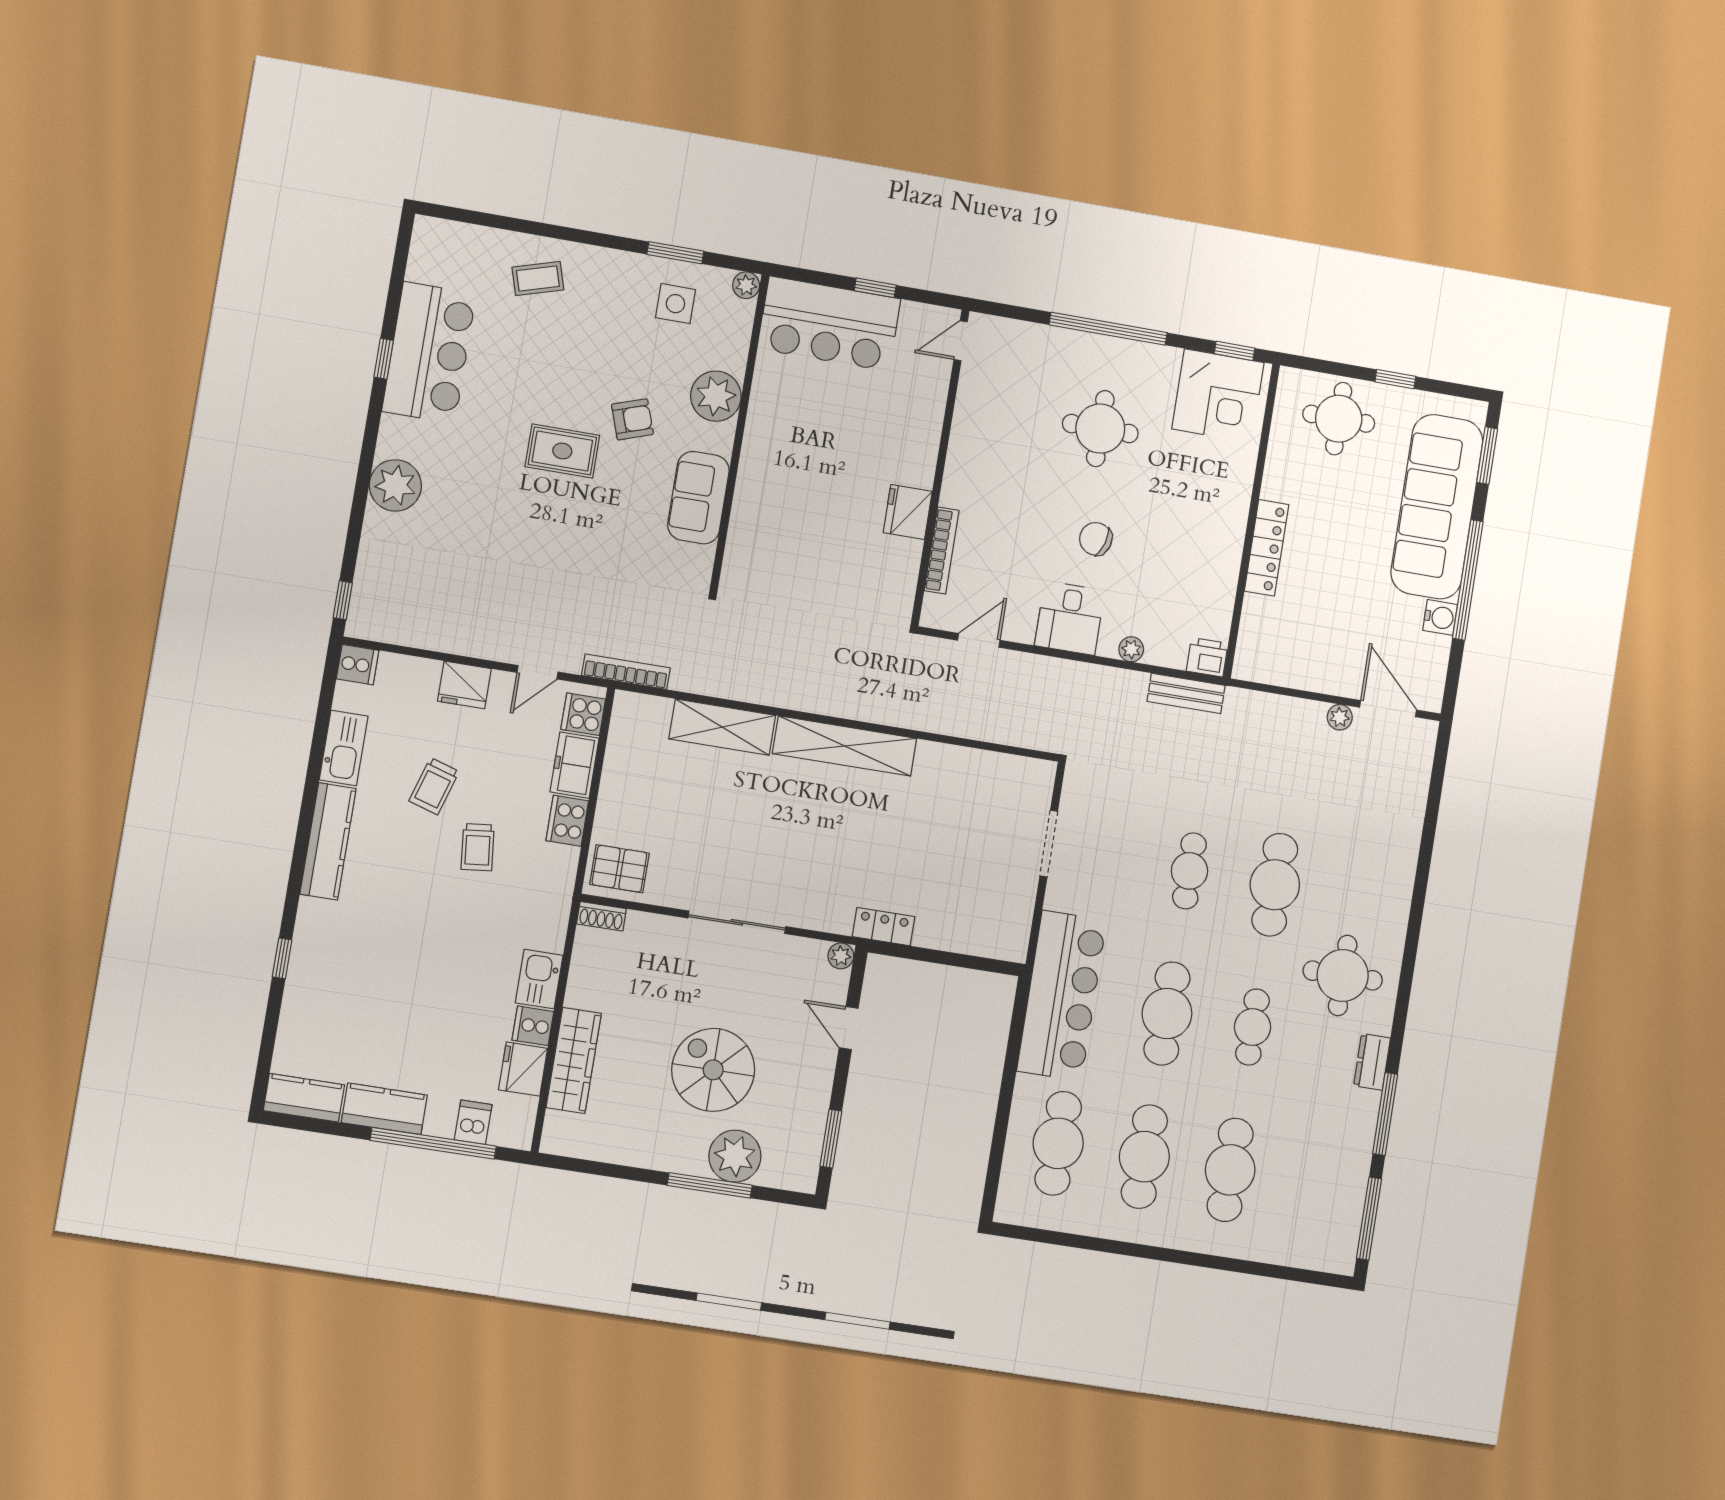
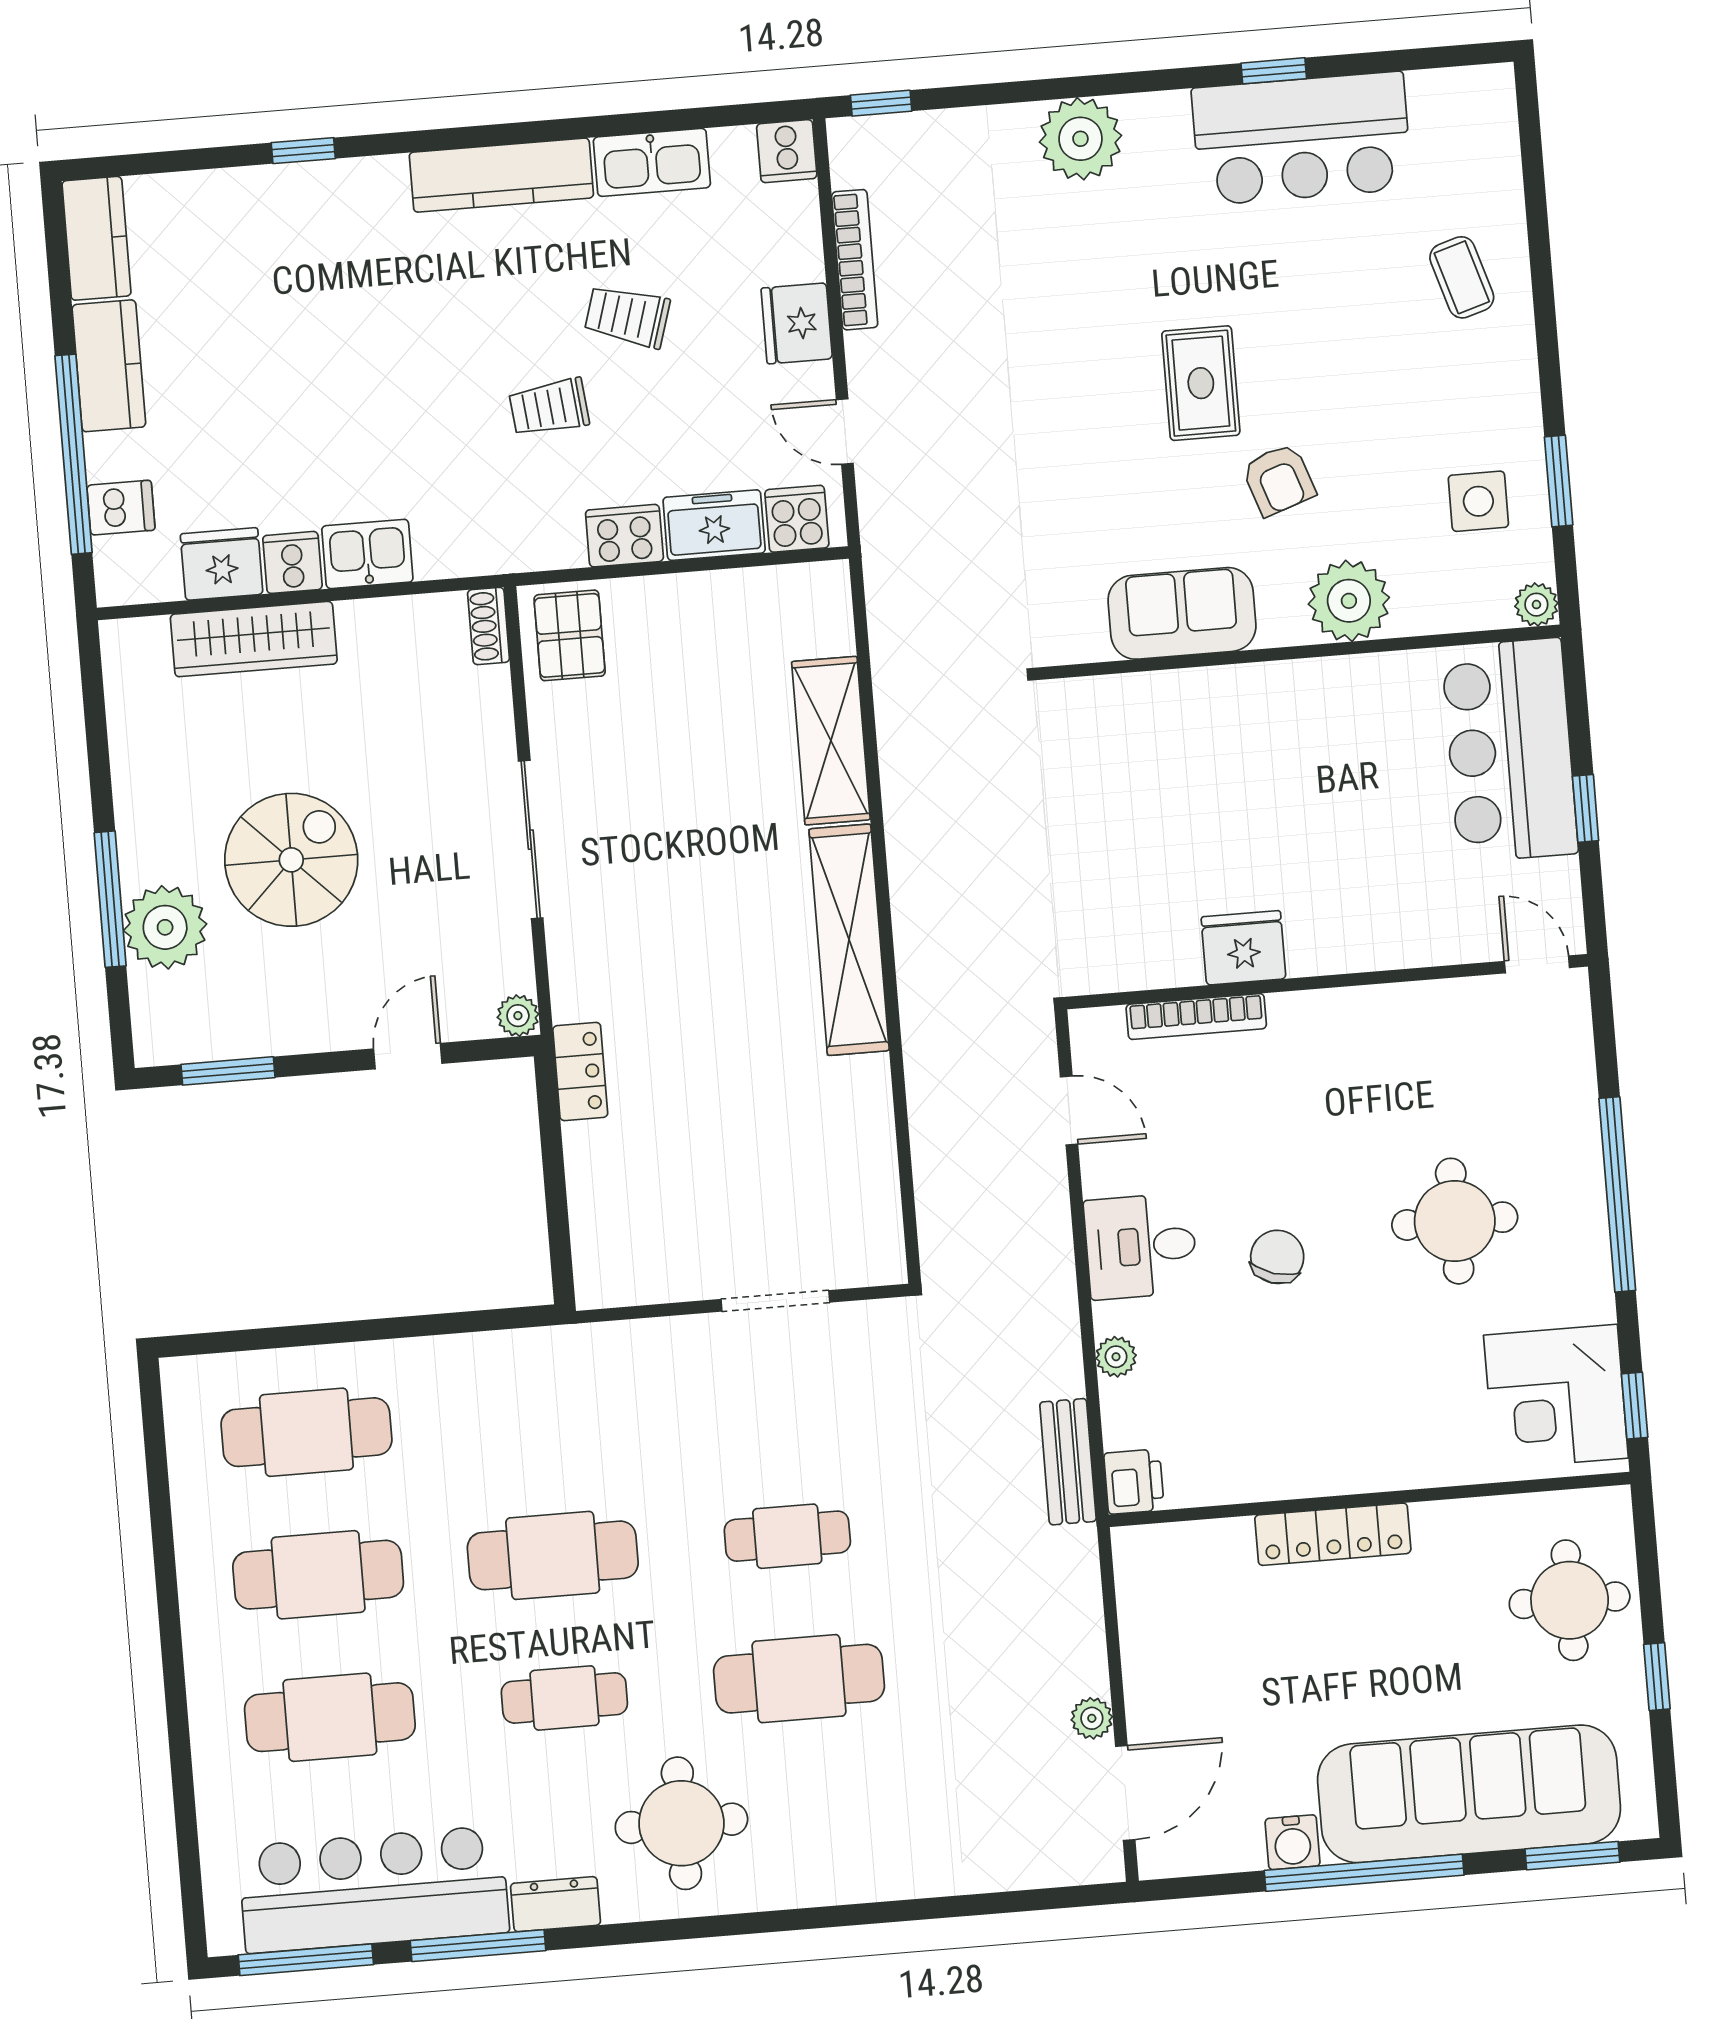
bookcase: (626, 672) -> (855, 260), moved
bar counter: (1062, 996) -> (374, 1889), moved, turned 180

